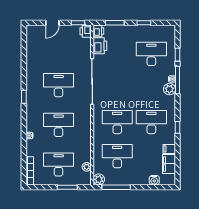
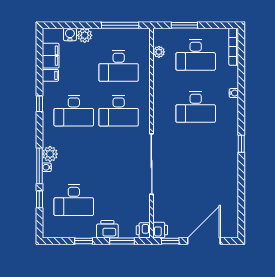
door: (52, 23) -> (204, 241), width x1.87
printer: (100, 46) -> (107, 229), moved, turned 90
desk: (59, 85) -> (196, 159), removed
plant: (99, 179) -> (85, 35), moved

